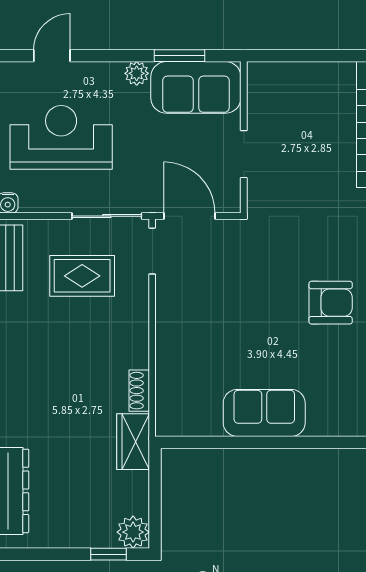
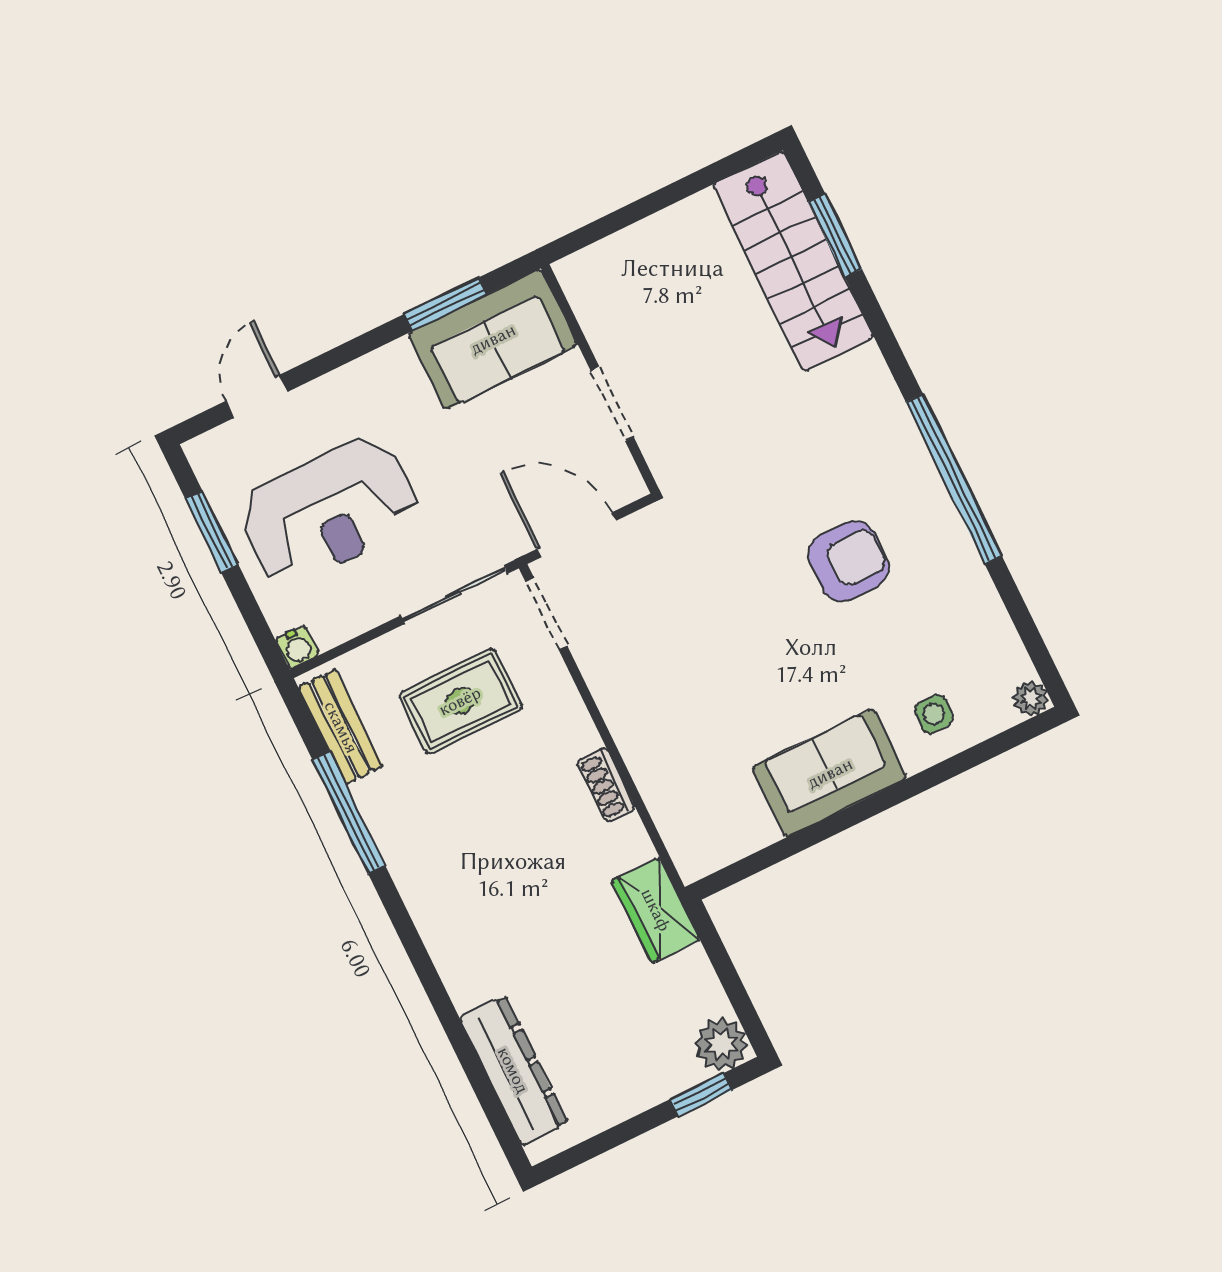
plant: (137, 73) -> (395, 362), removed
reception desk: (61, 137) -> (329, 511), turned 180
shoe rack: (139, 391) -> (606, 785), moved
side table: (337, 409) -> (934, 714), added

